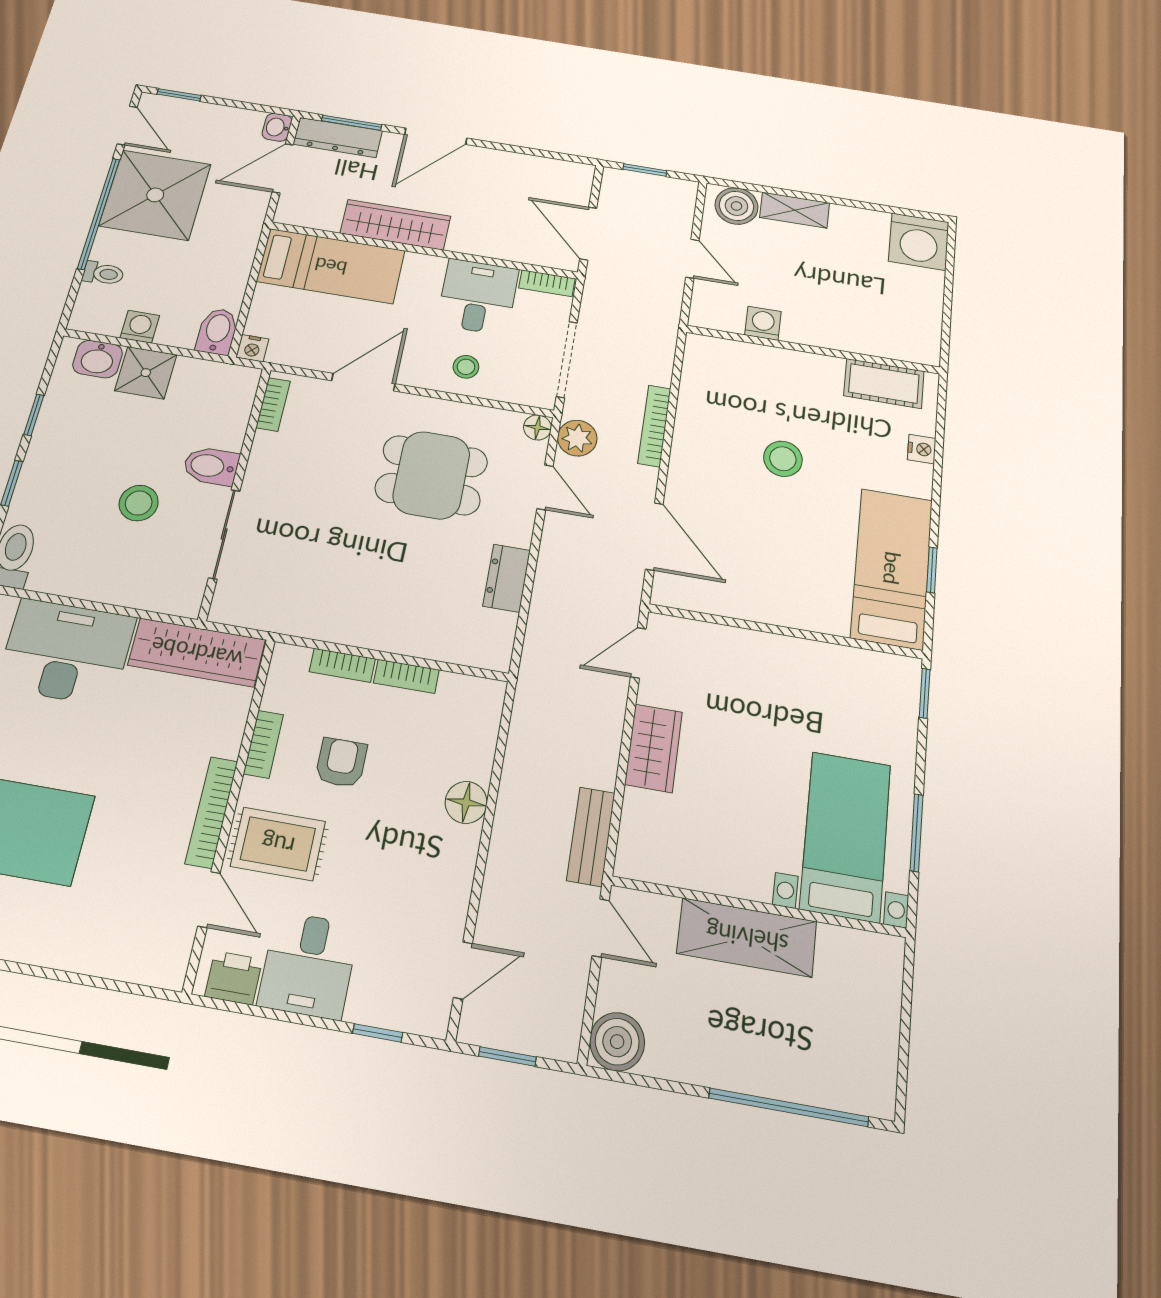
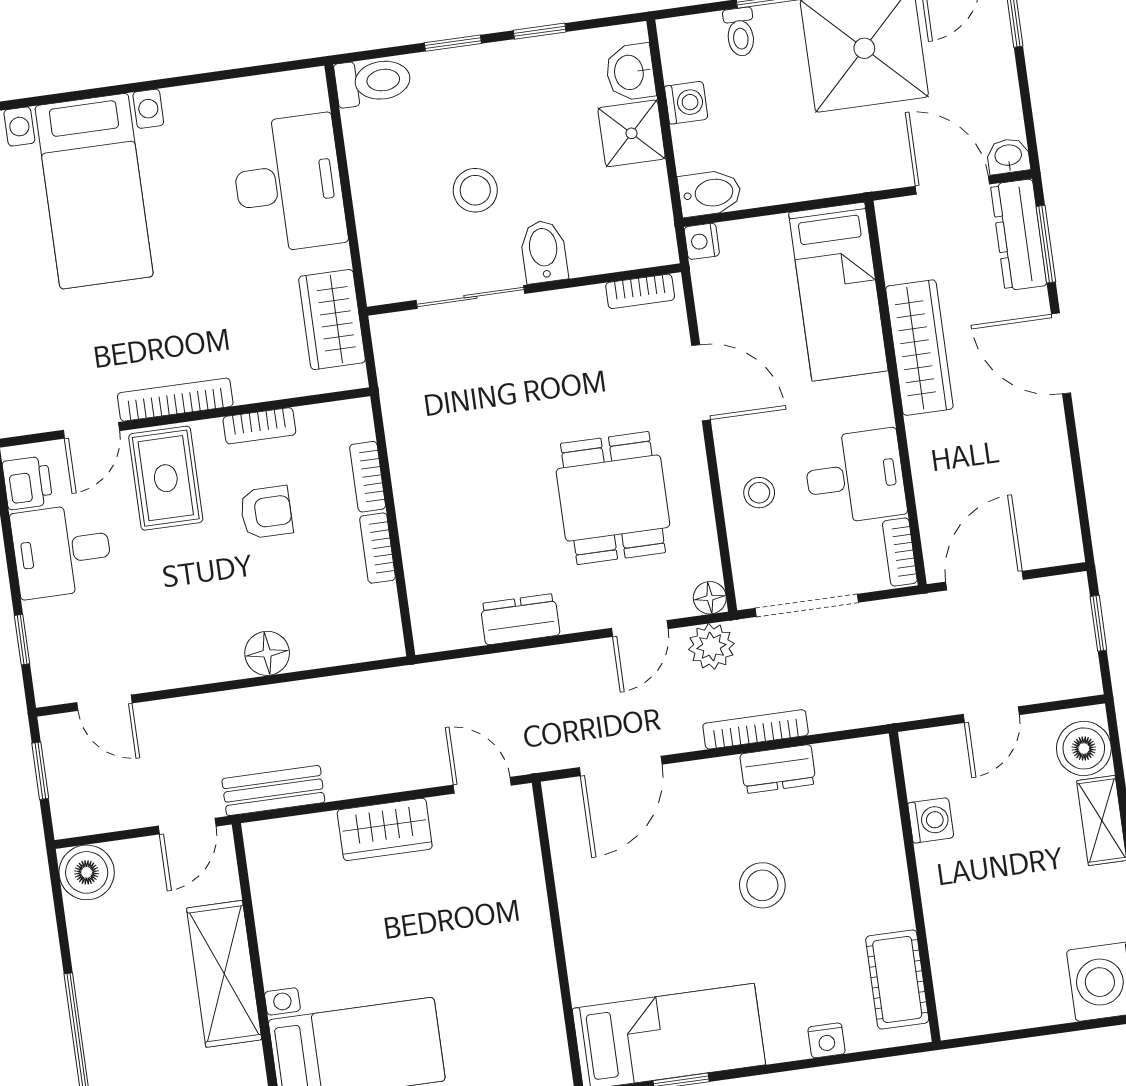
dresser: (691, 419) -> (778, 769), added
wardrobe: (197, 652) -> (332, 320), width x0.67

